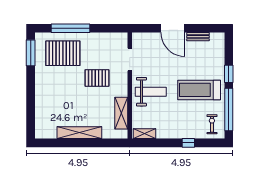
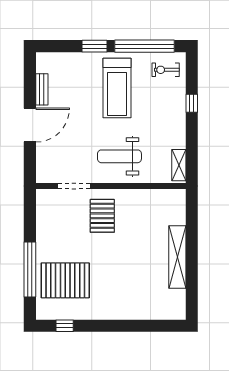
window: (31, 53) -> (65, 326), width x0.46
pallet: (63, 53) -> (65, 280), turned 90
pallet: (97, 78) -> (102, 216), moved
weight bench: (151, 92) -> (119, 156), turned -90
shelving: (121, 113) -> (150, 198), removed

